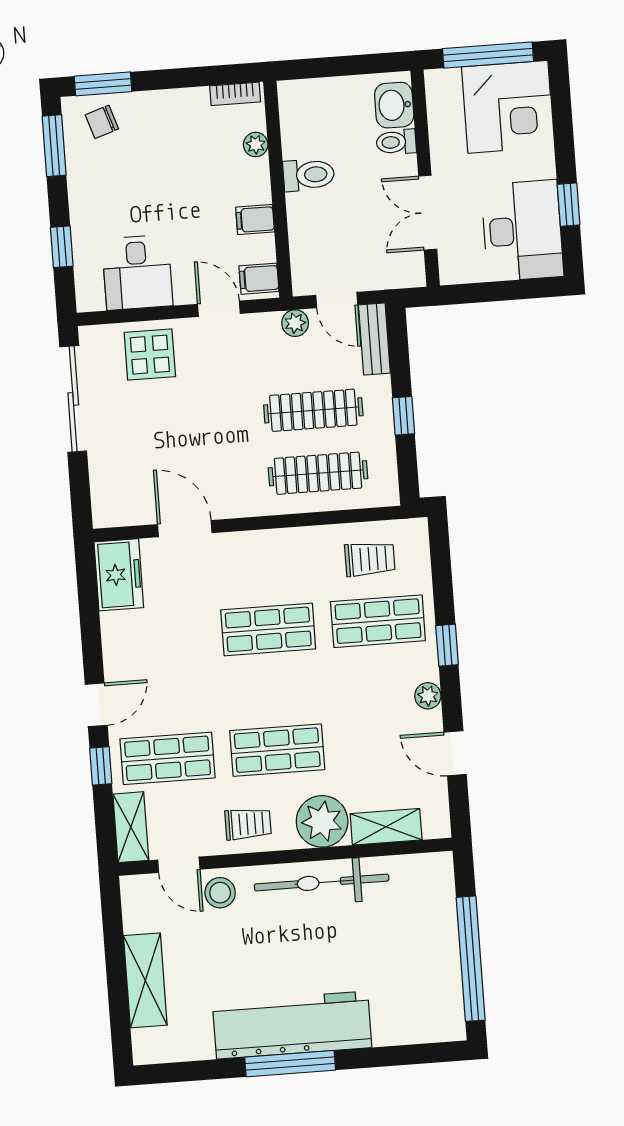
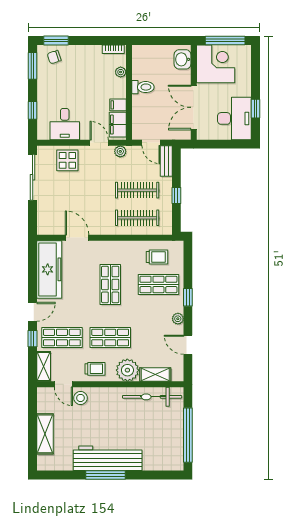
corner desk: (508, 107) -> (216, 64), moved, turned -90
toilet: (396, 142) -> (182, 76), removed
double door: (428, 213) -> (194, 107), width x1.37
filing cabinet: (259, 279) -> (118, 125), width x2.00
plant: (295, 323) -> (120, 151), moved
freezer: (119, 575) -> (49, 269), width x1.91, depth x1.26
shop shelf: (268, 629) -> (110, 284), turned 90
bicycle: (322, 882) -> (152, 397), moved

